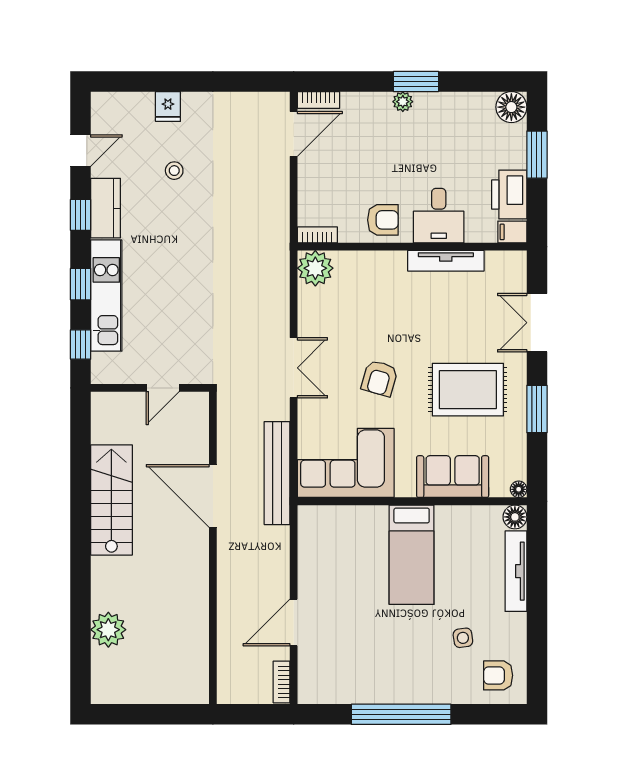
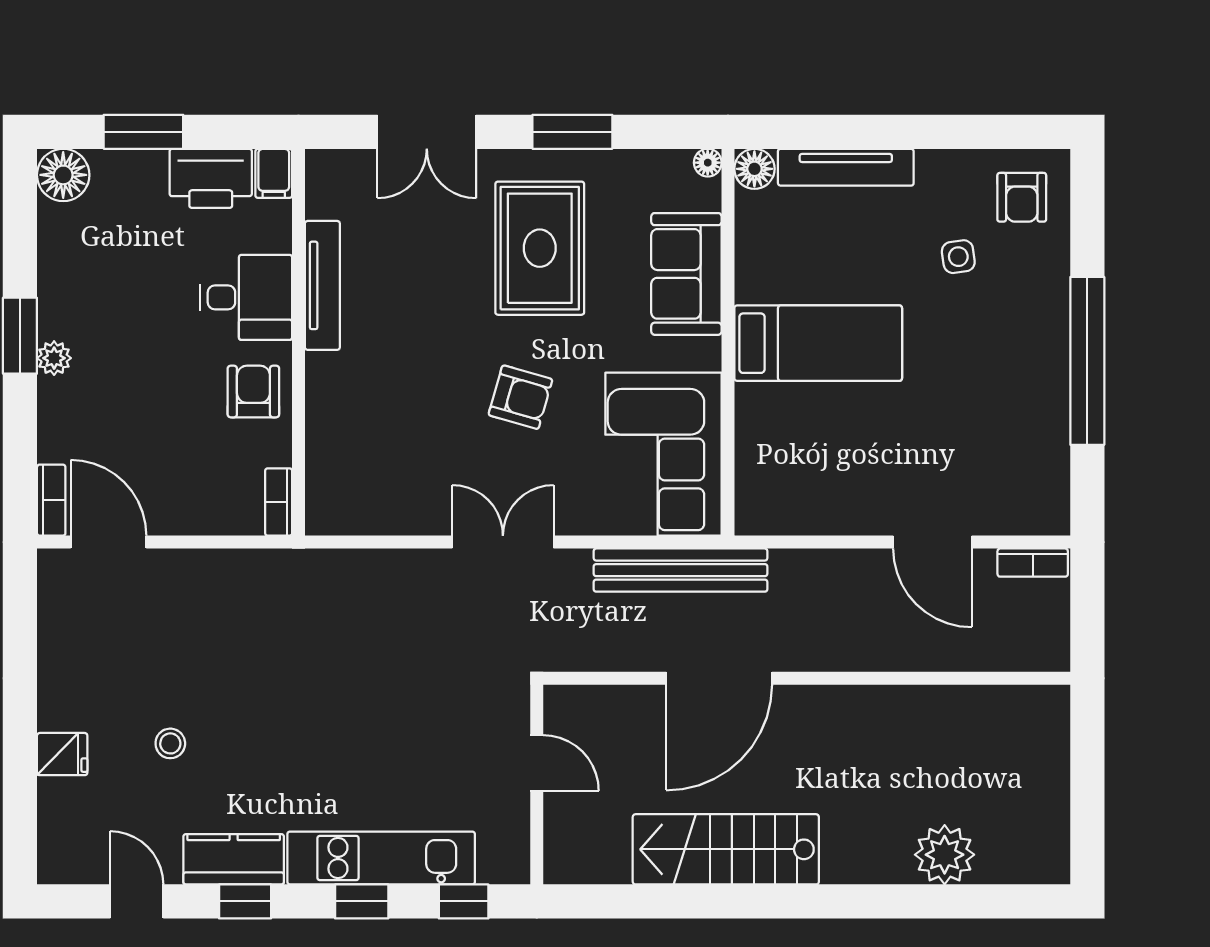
plant: (315, 268) -> (335, 506), removed

